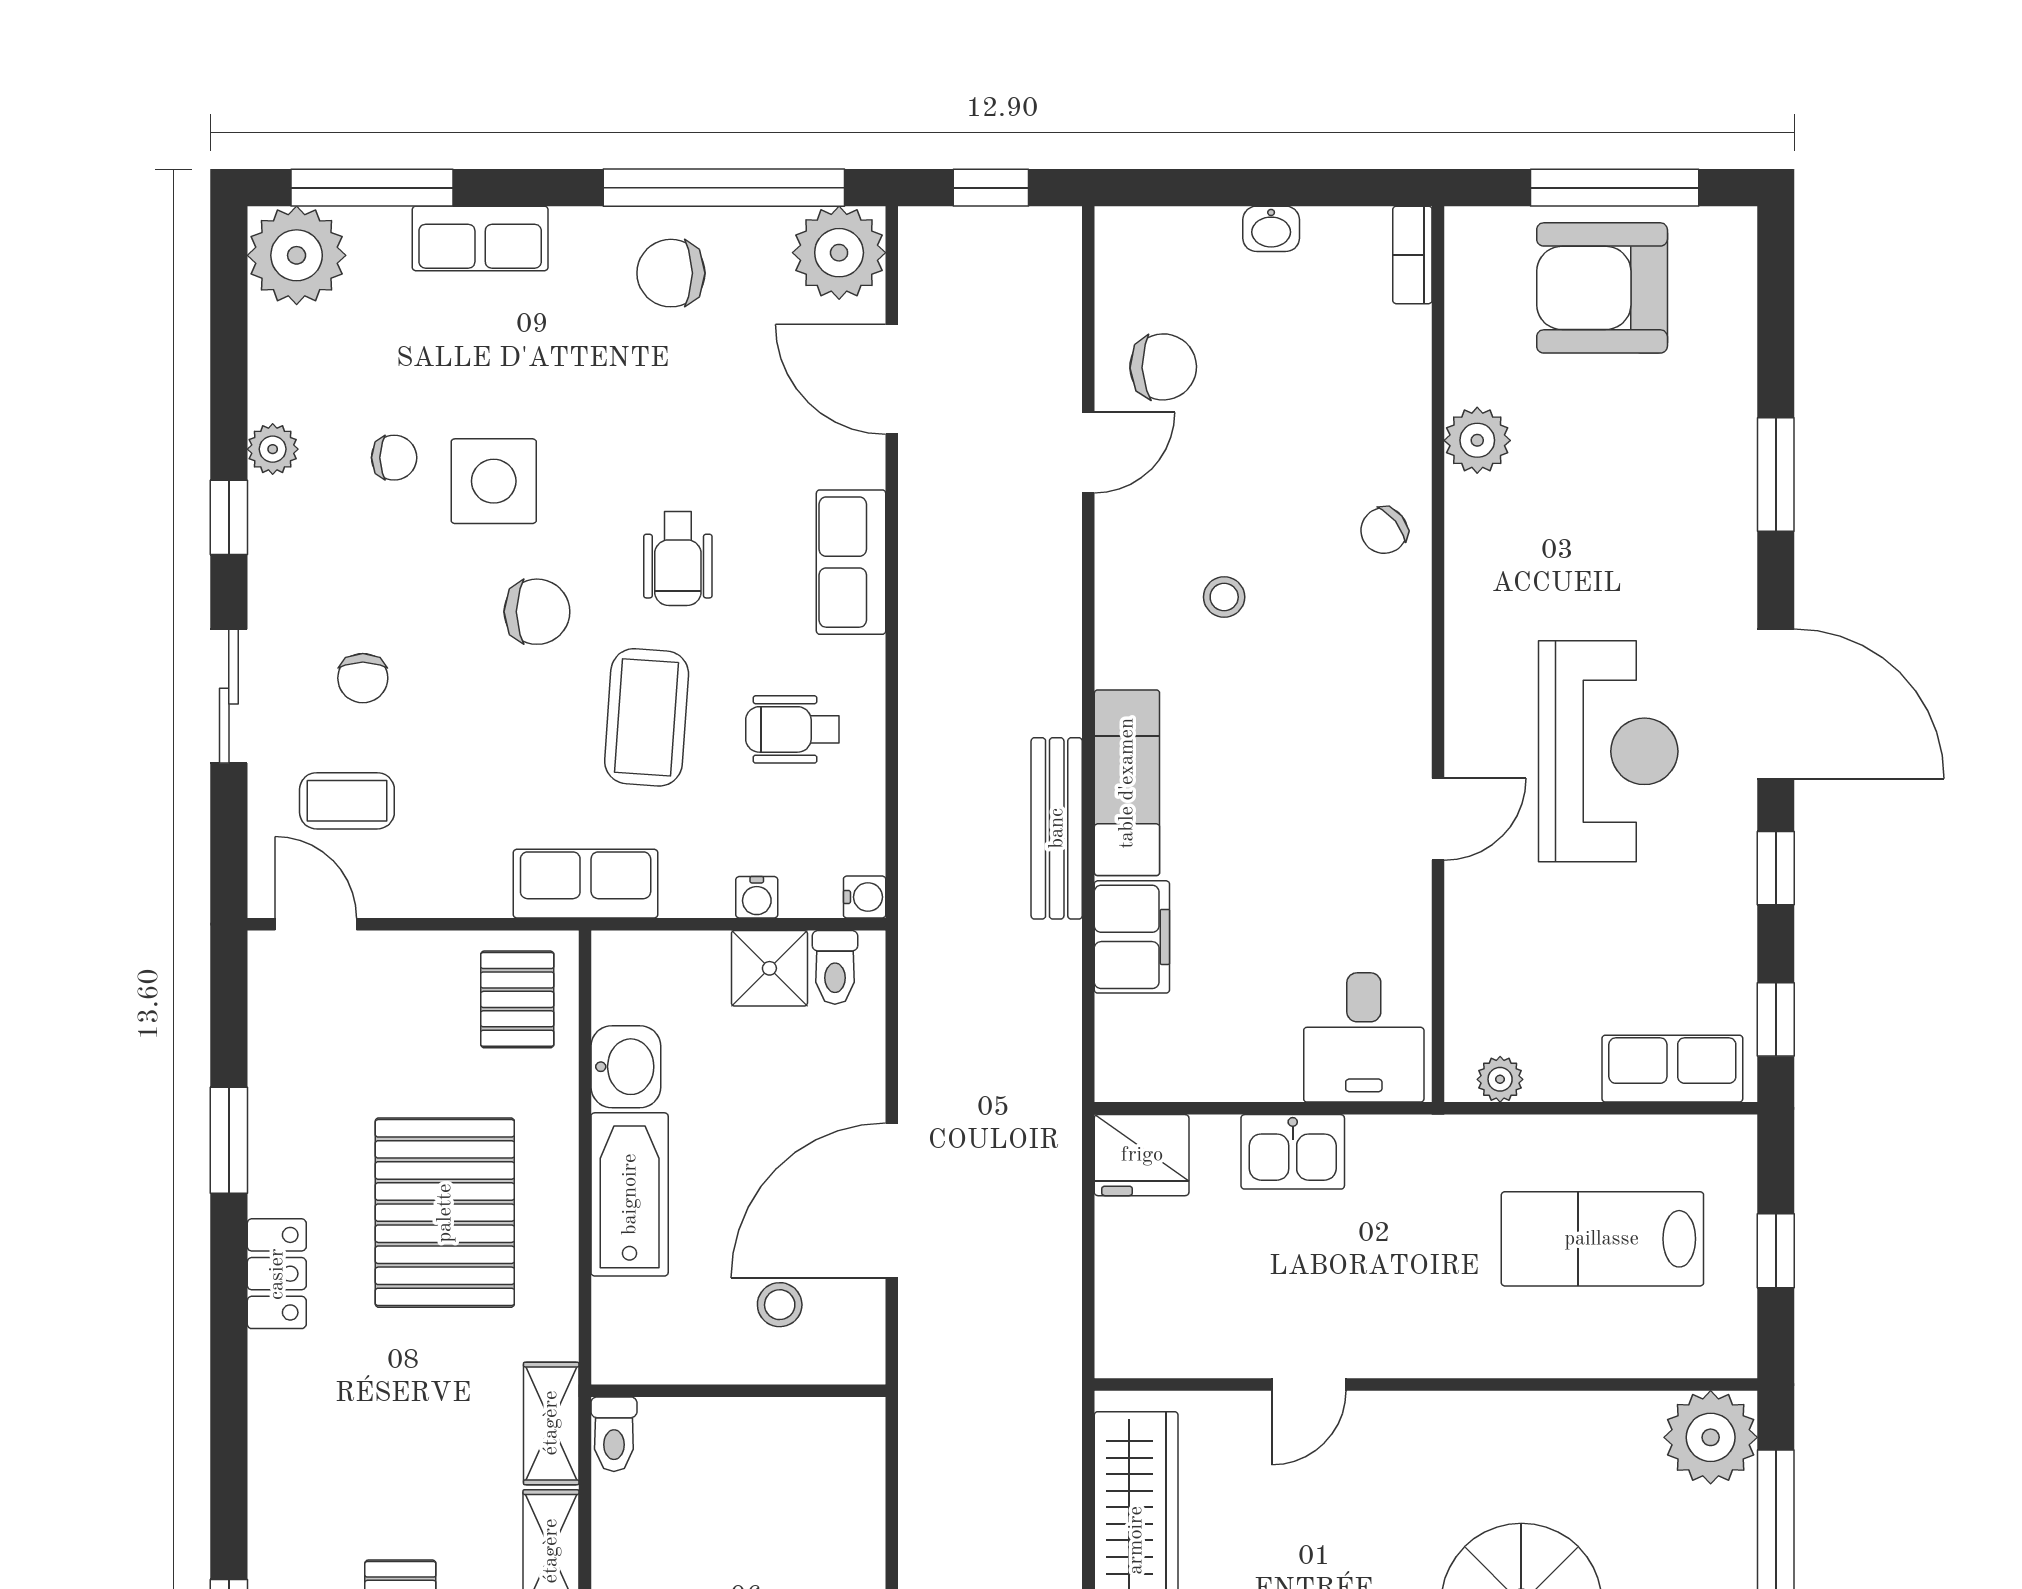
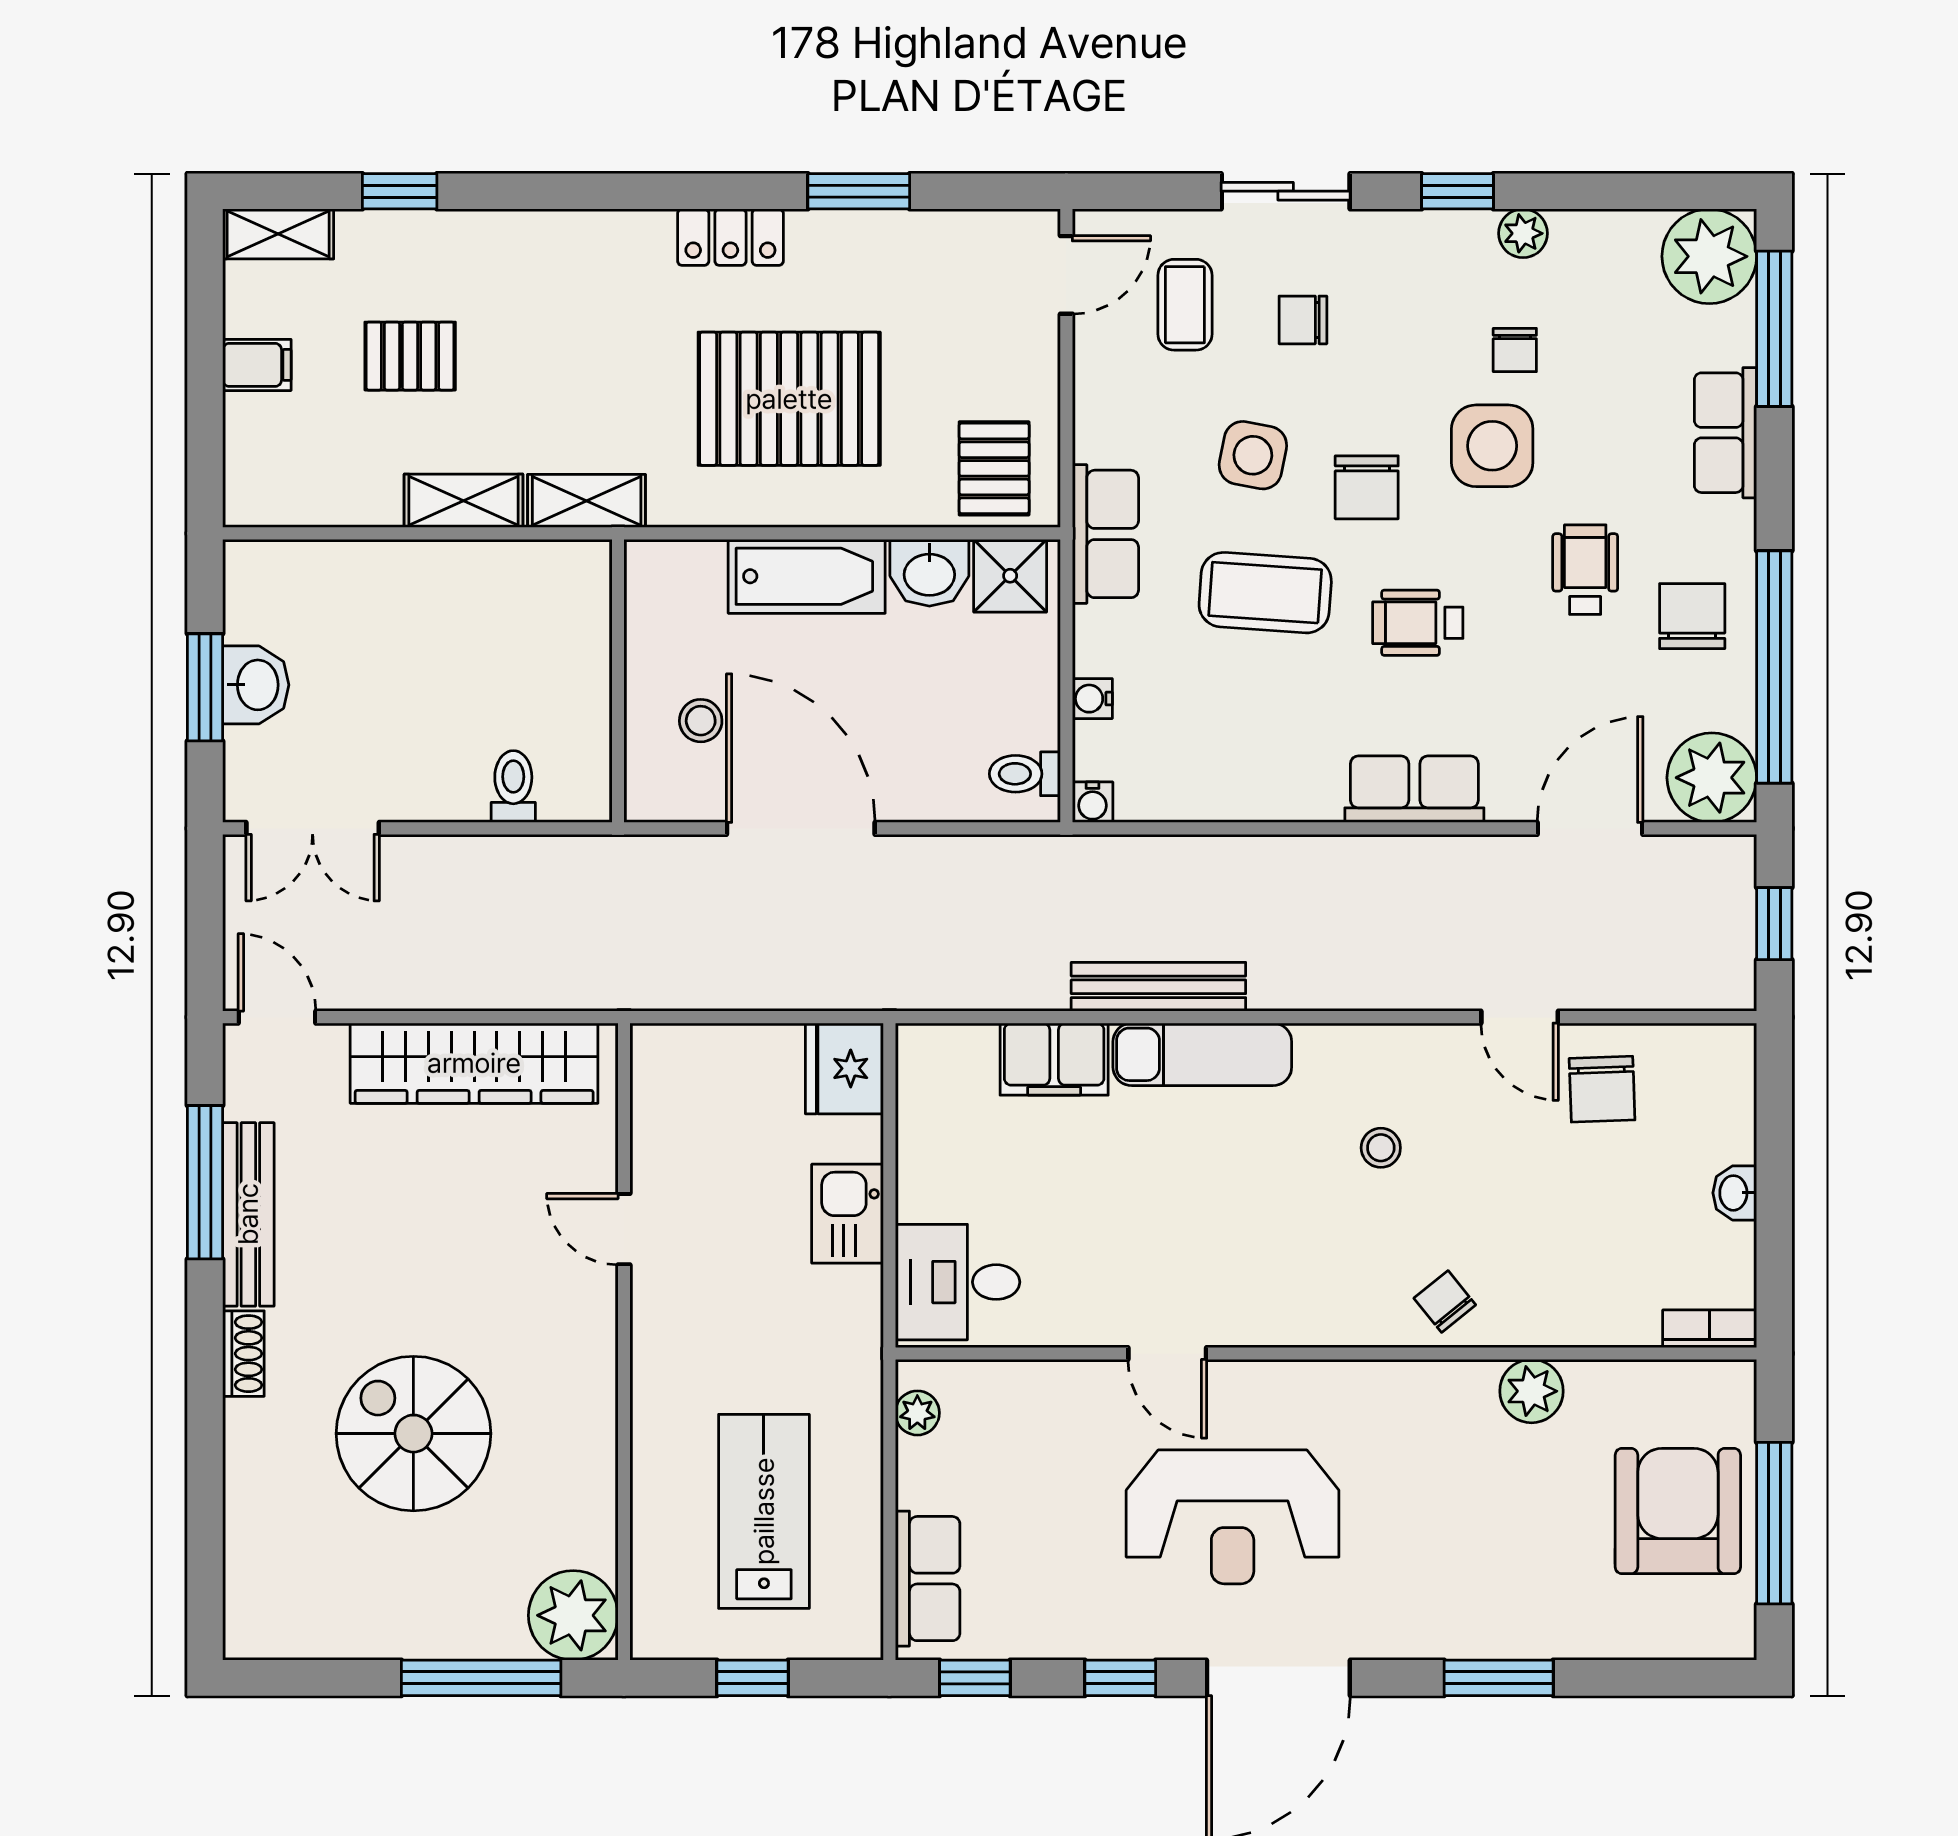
wheelchair: (792, 729) -> (1585, 570), moved
side table: (504, 730) -> (1253, 455), added
shower: (769, 968) -> (1010, 576), moved
pallet: (517, 999) -> (994, 468), turned 90
toilet: (614, 1434) -> (513, 787), moved, turned 90

